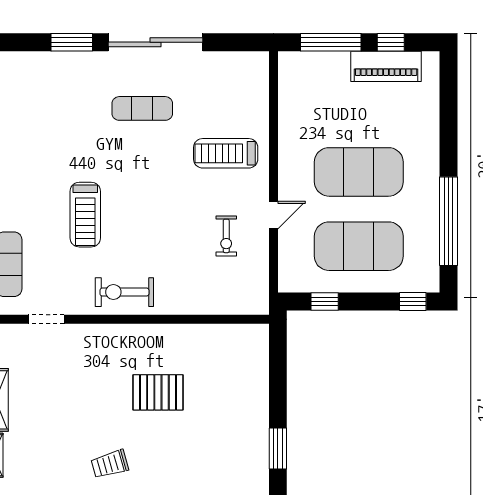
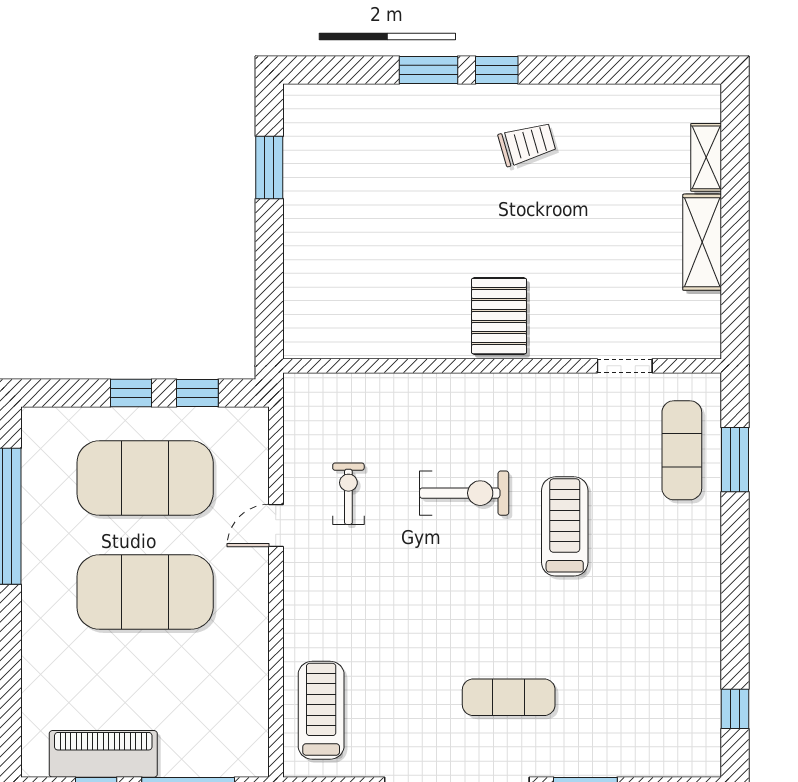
exercise mat: (142, 108) -> (509, 697), moved
treadmill: (226, 153) -> (321, 710), moved, turned -90
exercise bike: (124, 292) -> (464, 493), moved
window: (413, 302) -> (131, 393), moved
pallet: (158, 392) -> (499, 316), moved, turned 90

